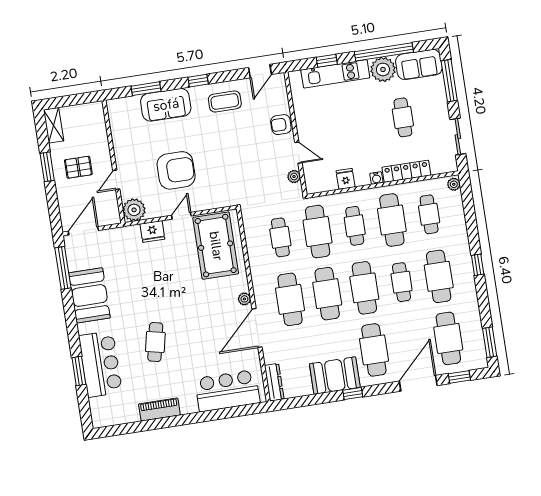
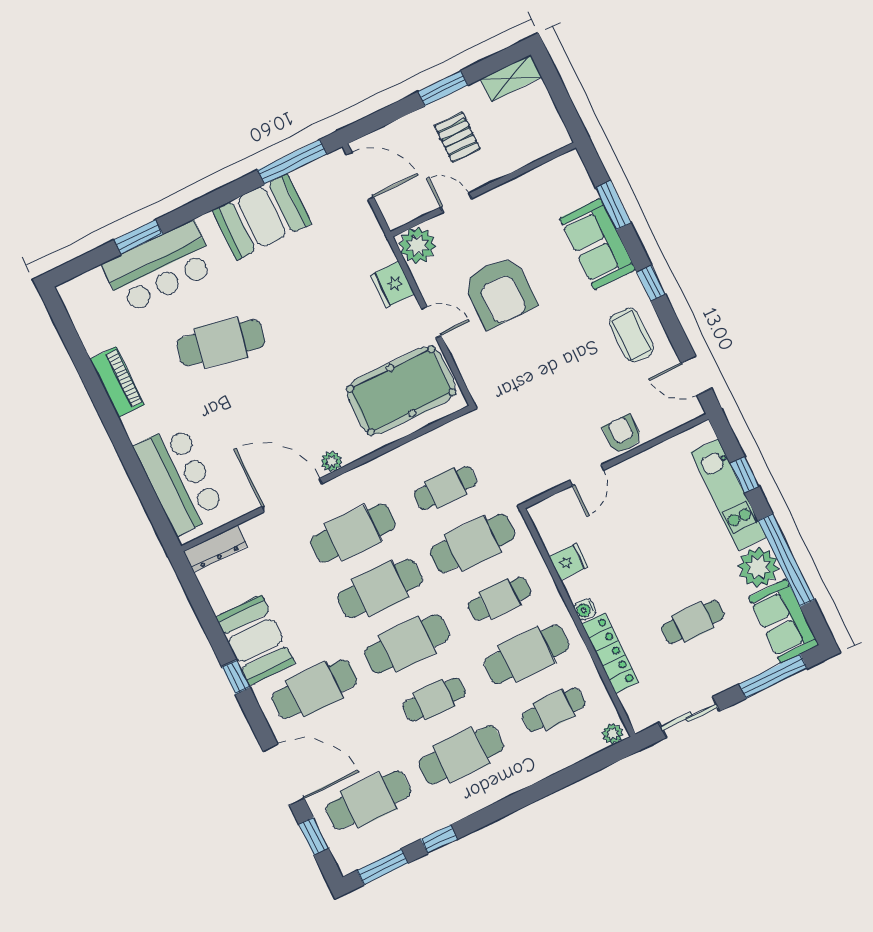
plant: (294, 177) -> (547, 480), removed
window: (478, 265) -> (439, 839), moved
cafe table: (155, 342) -> (221, 343), width x1.37, depth x1.35

